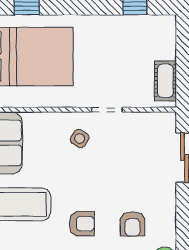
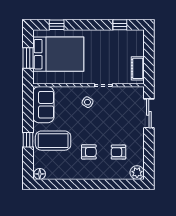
armchair: (133, 224) -> (118, 152), turned 90

